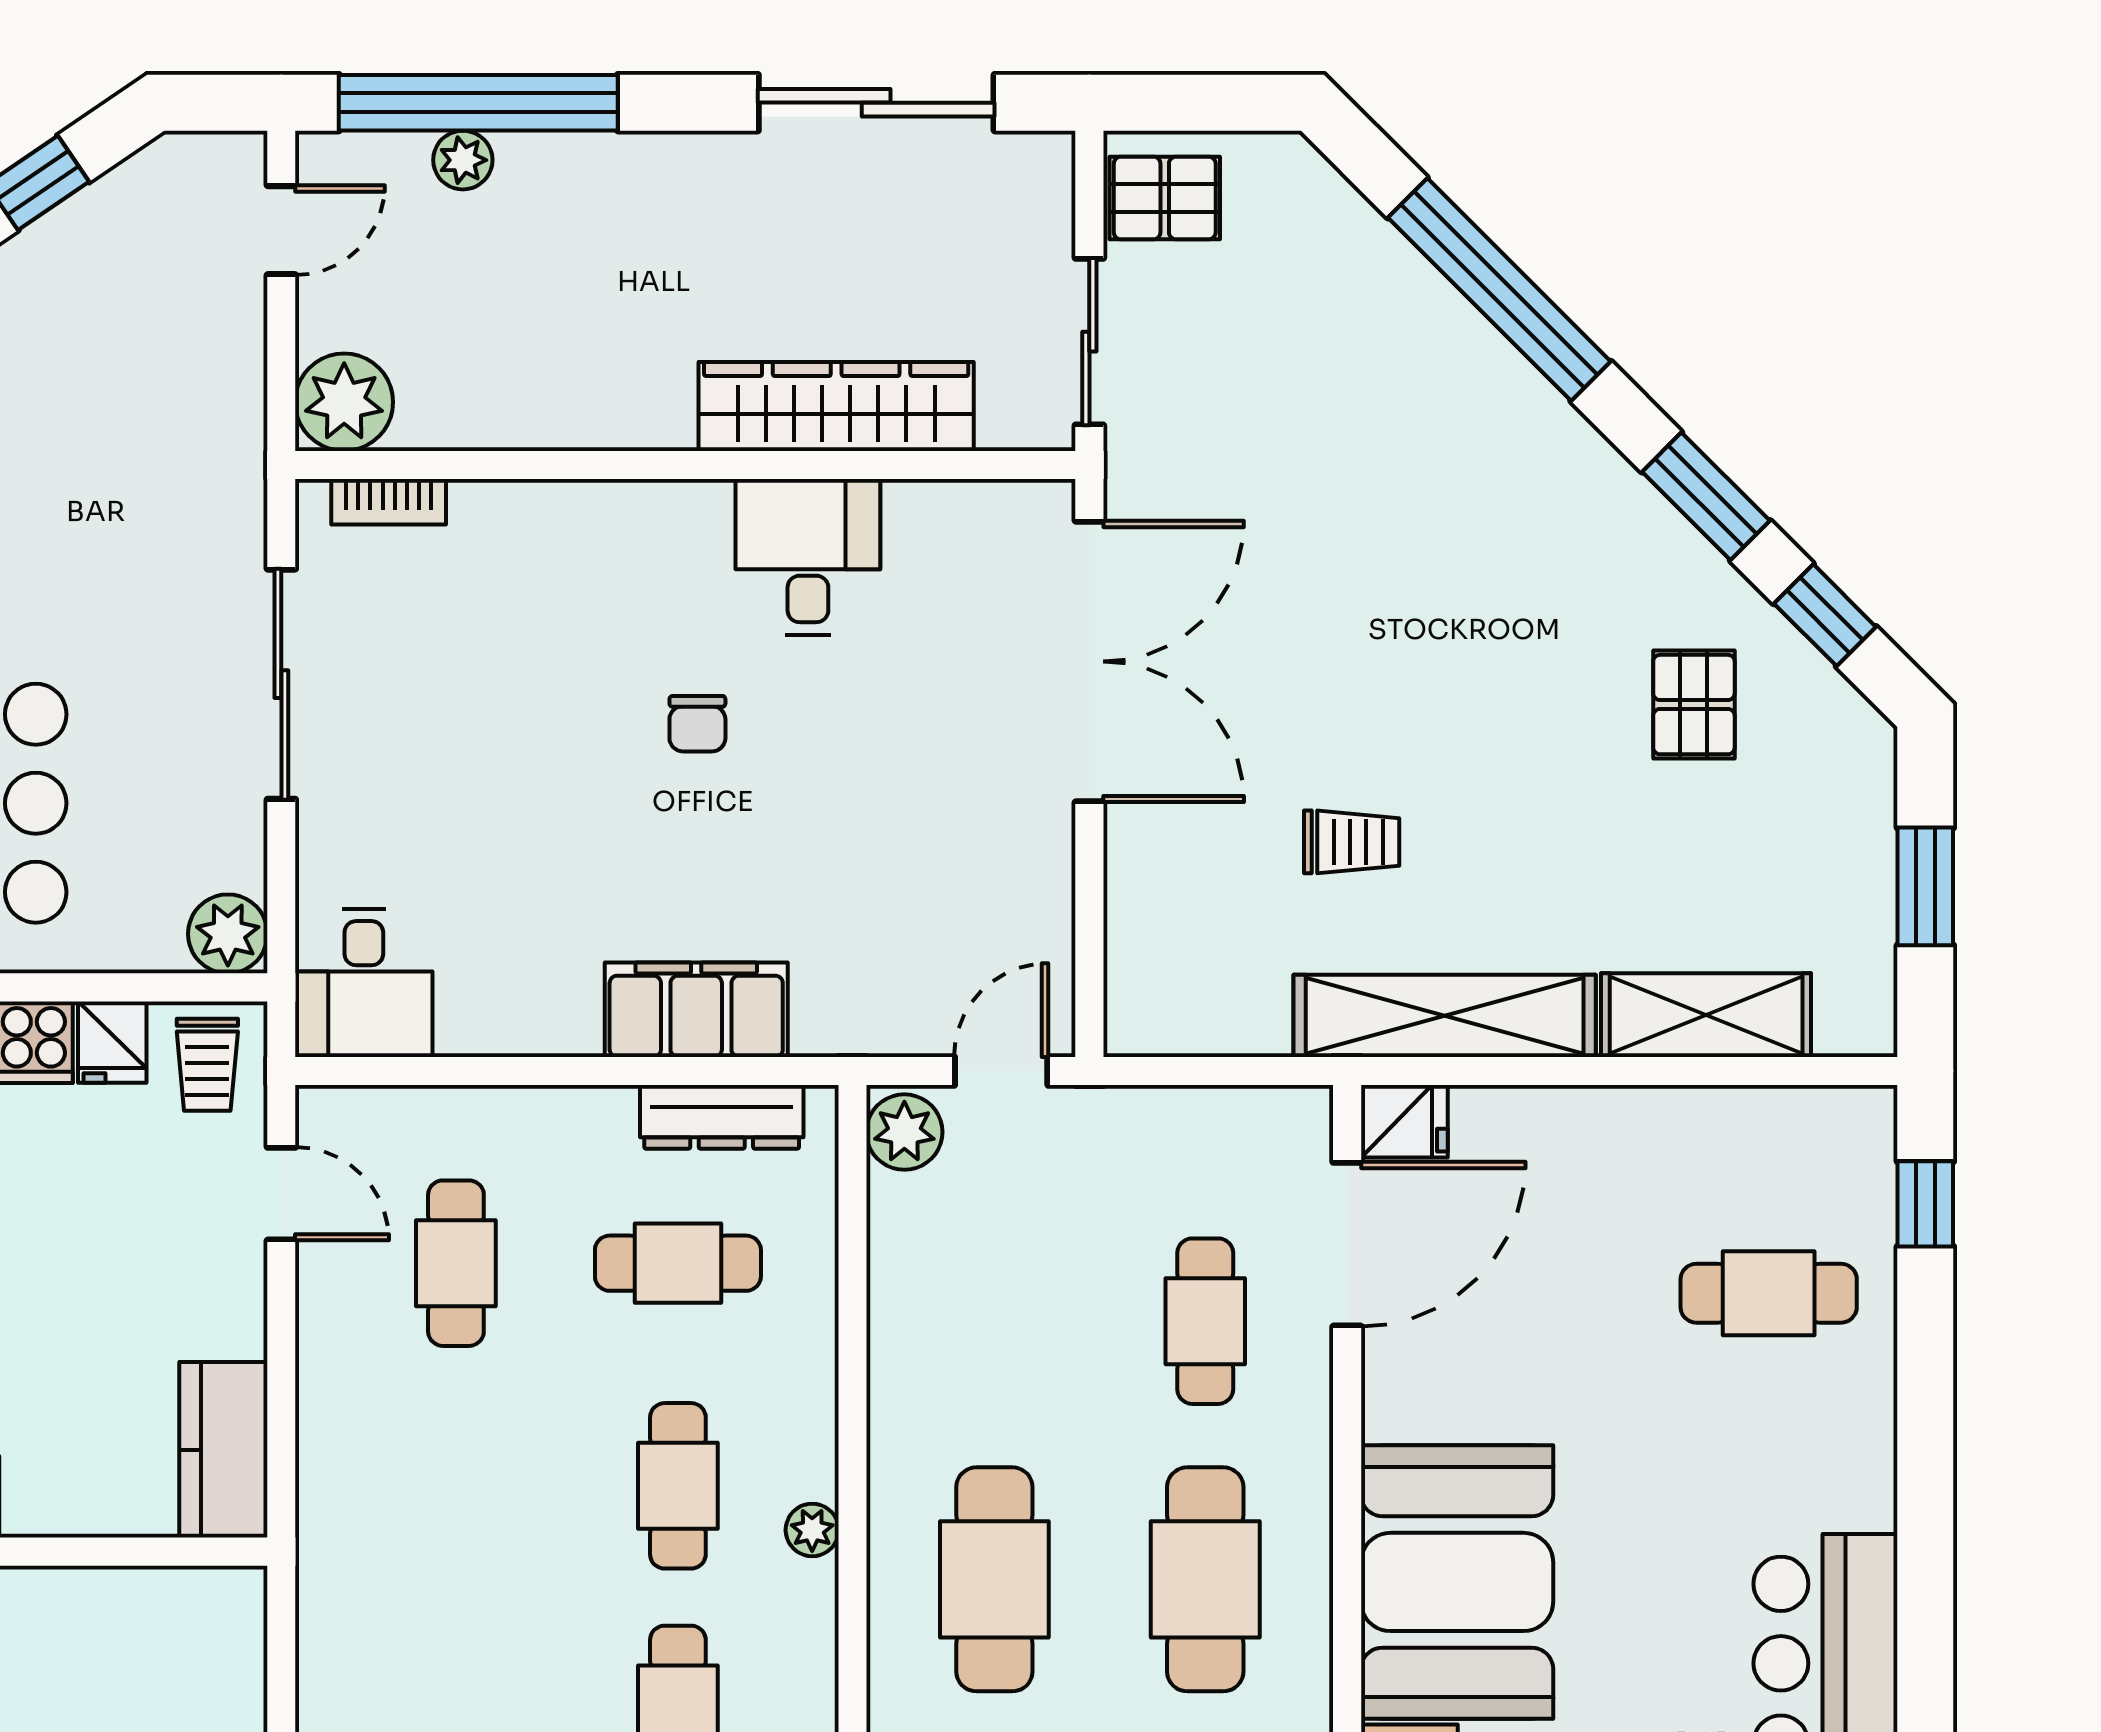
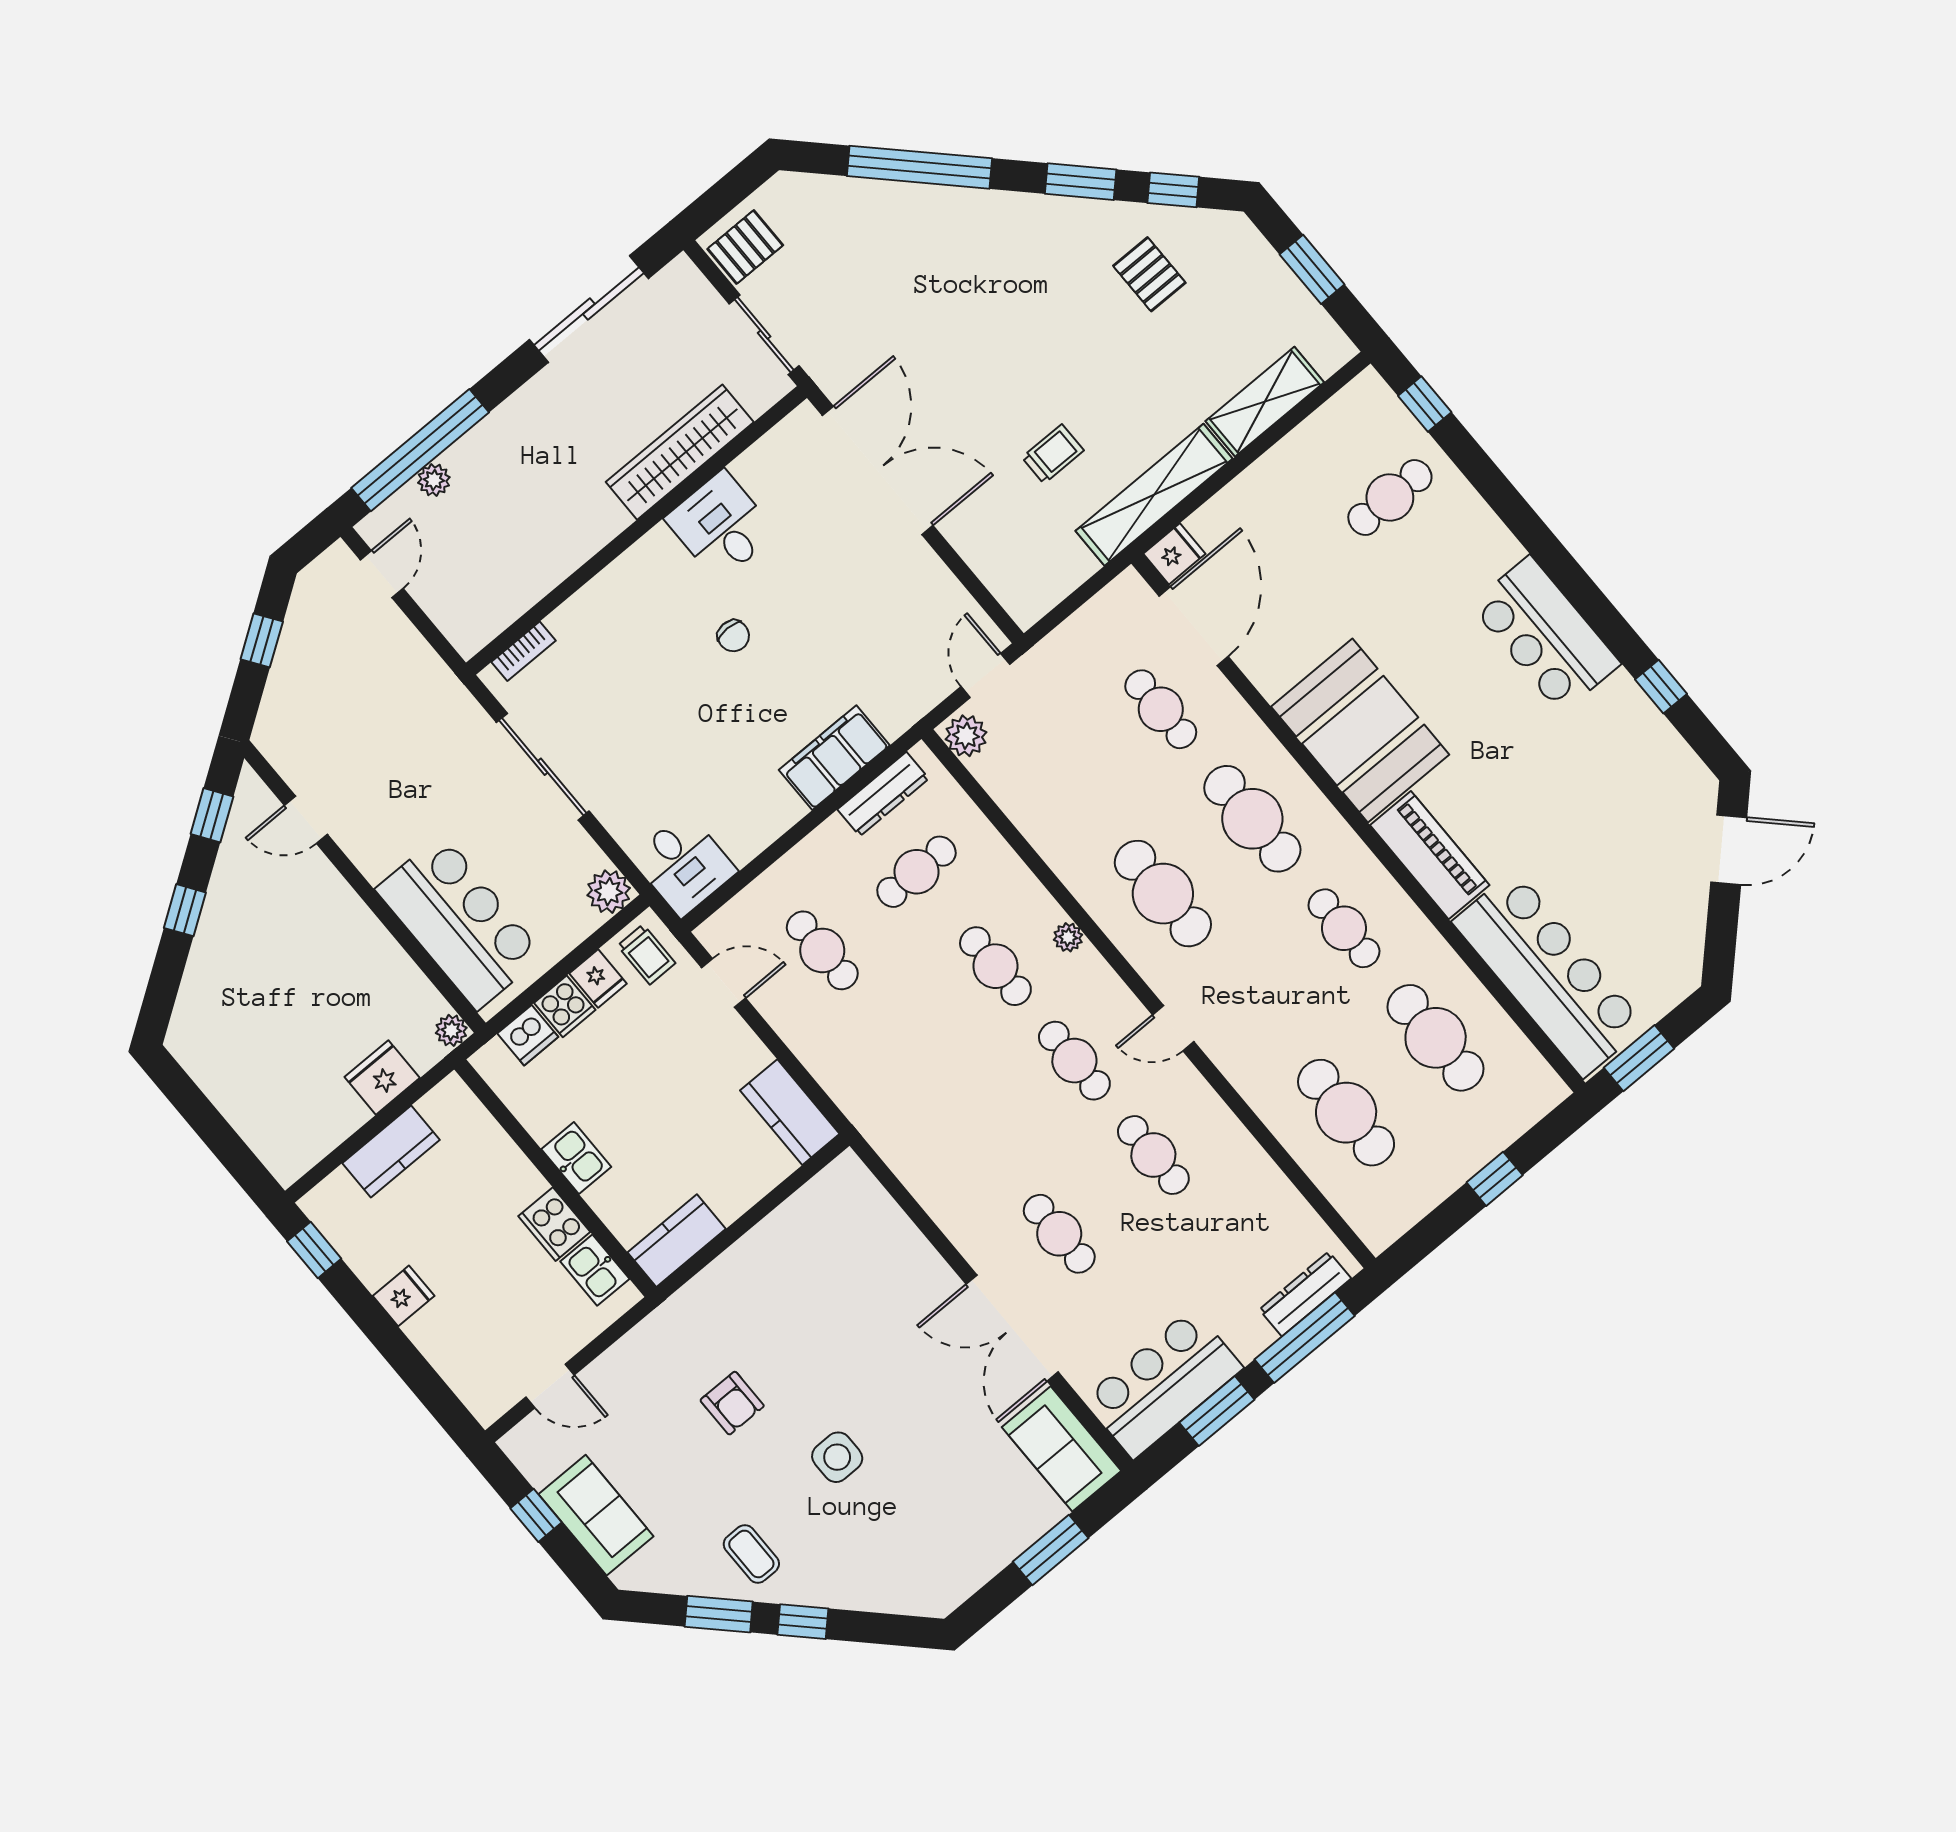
plant: (344, 402) -> (469, 625), removed

